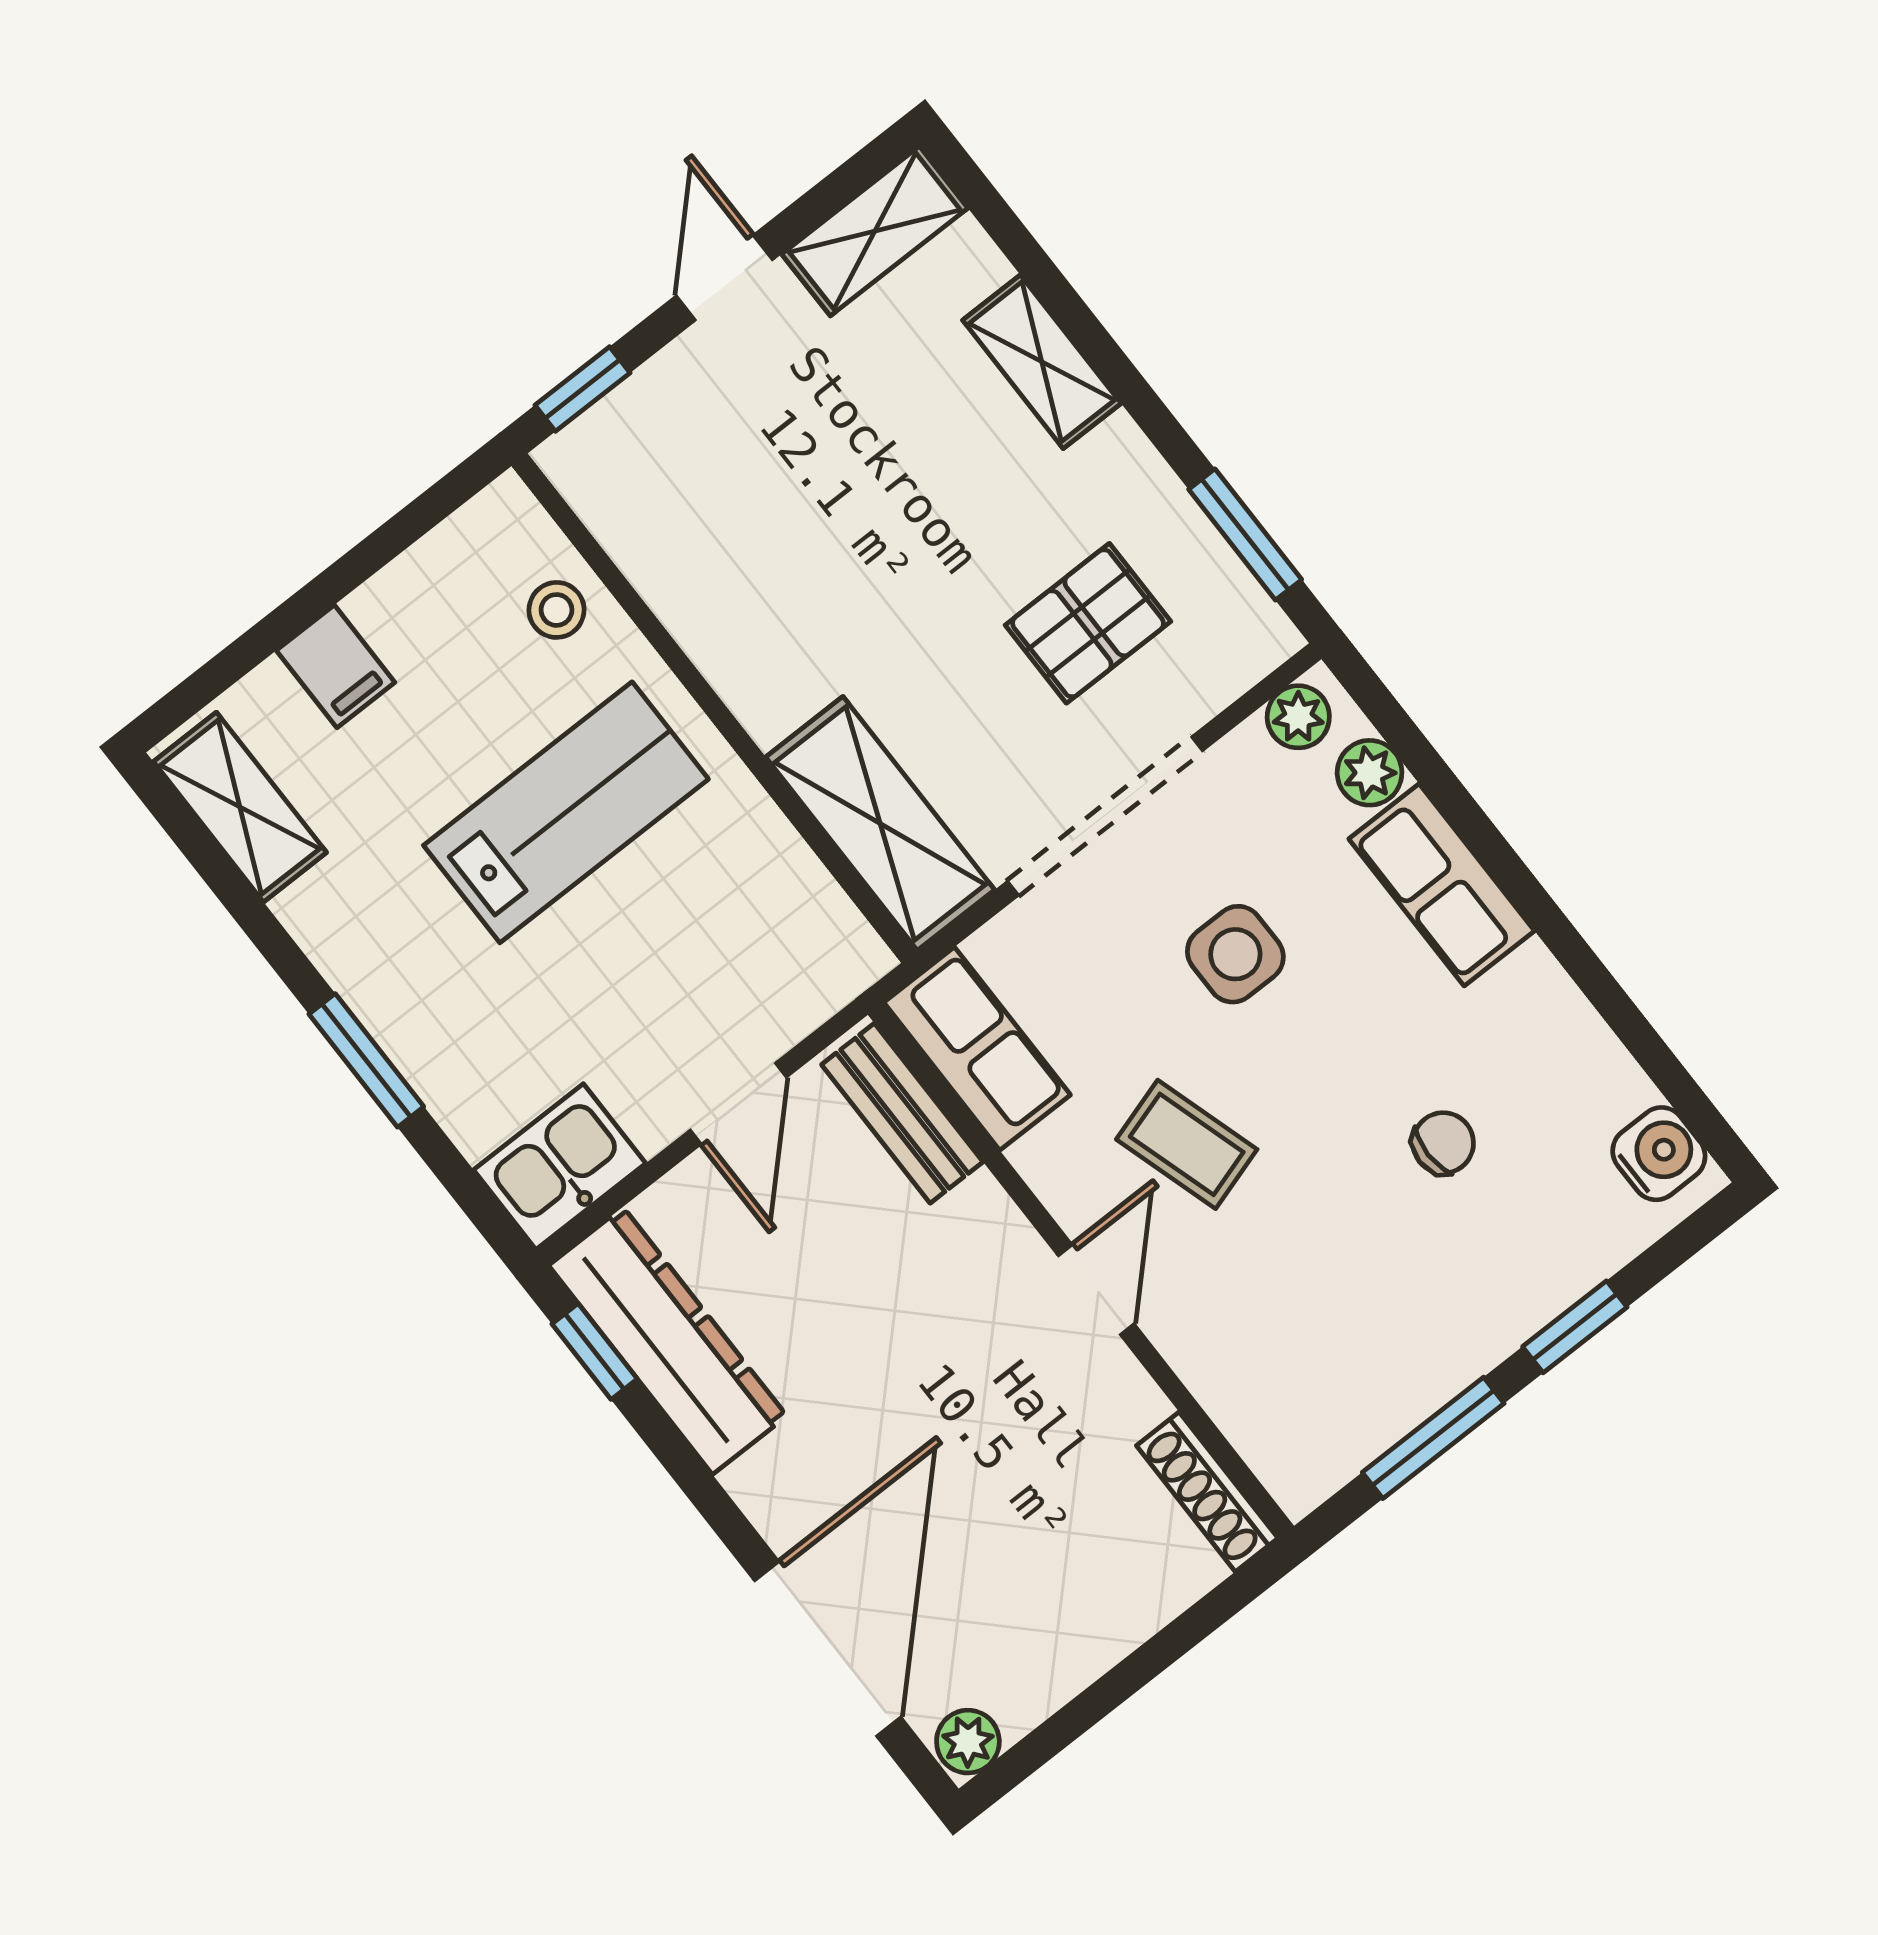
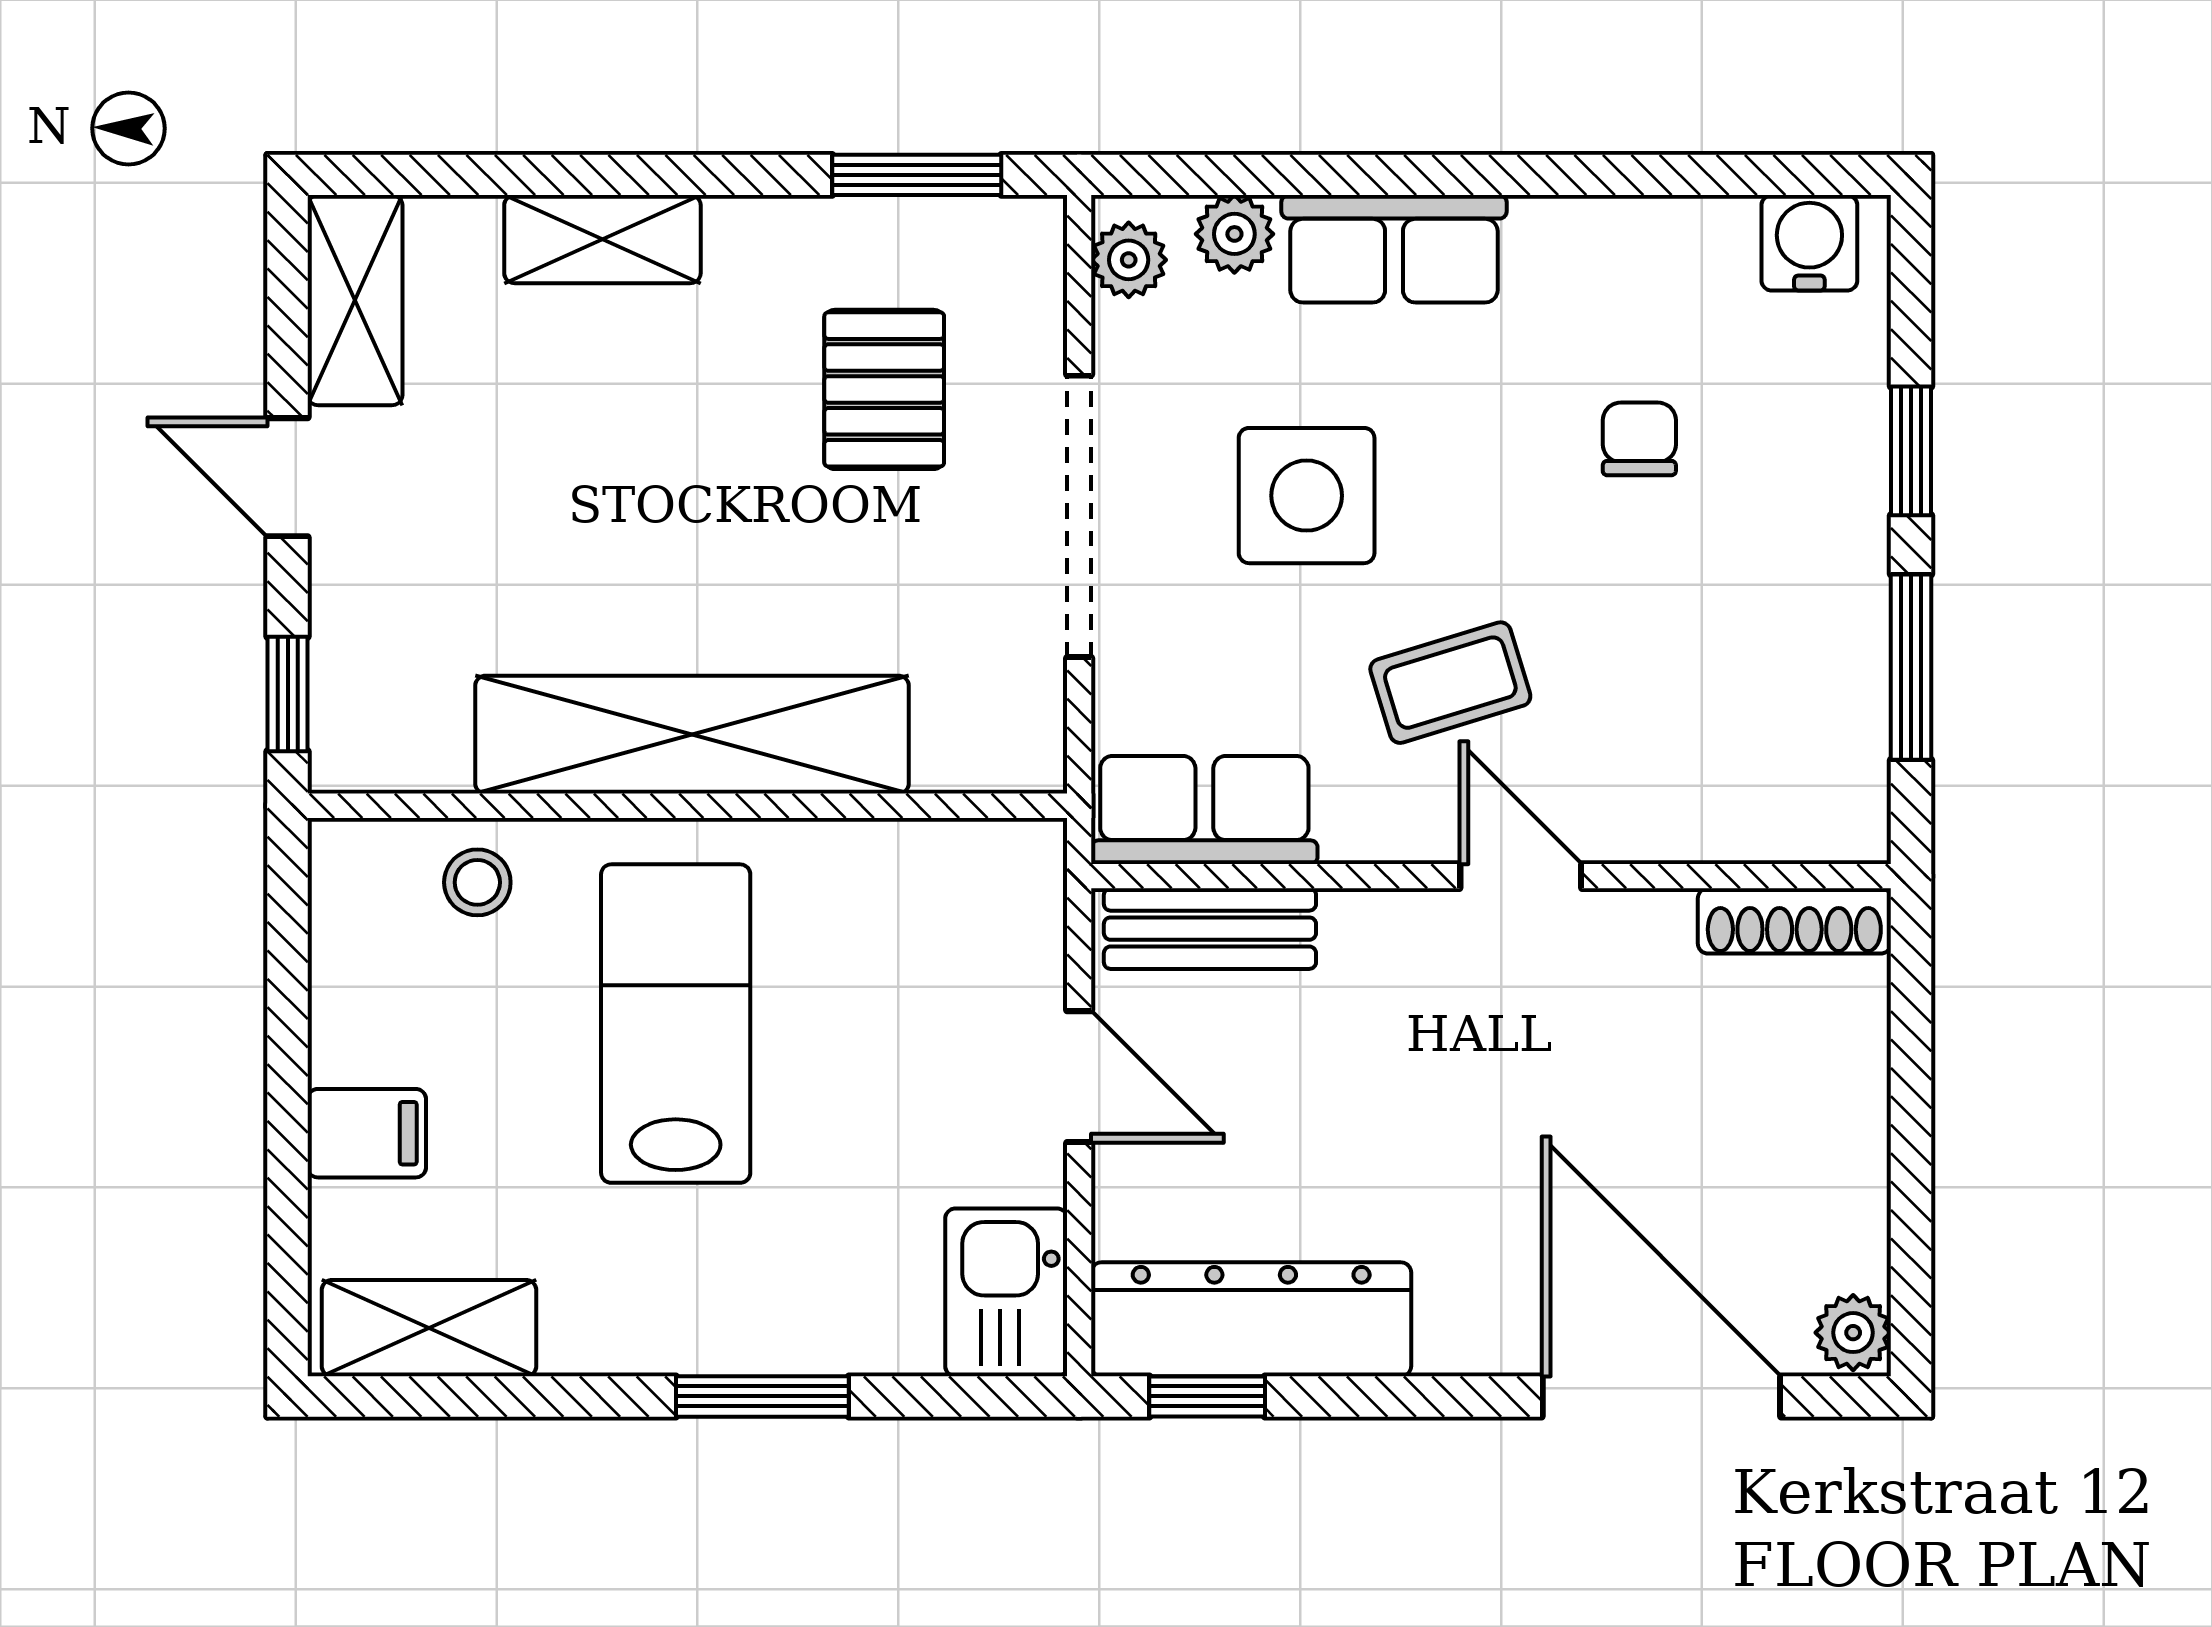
shelving: (880, 823) -> (692, 735), moved, width x1.47
side table: (1235, 954) -> (1307, 496), width x1.37, depth x1.37

